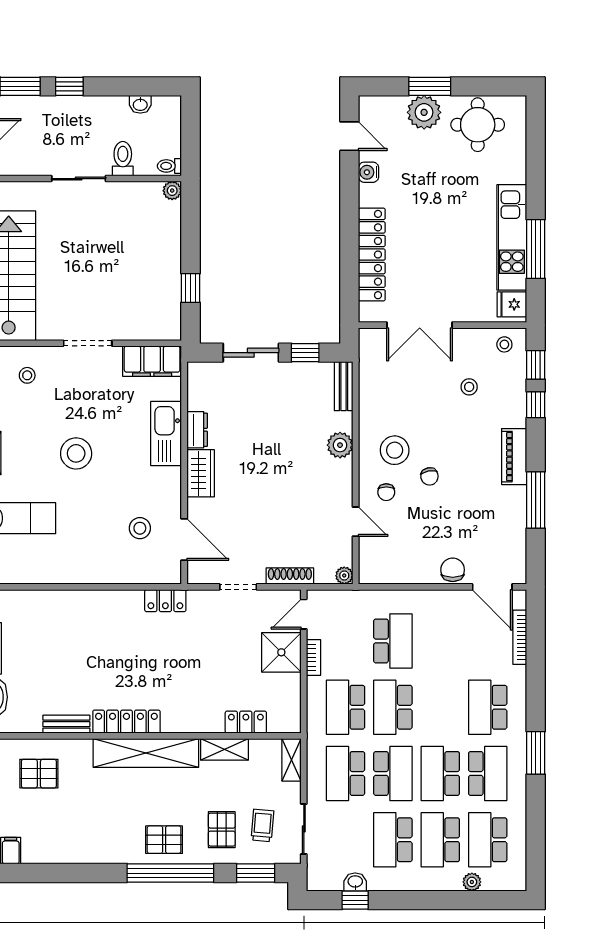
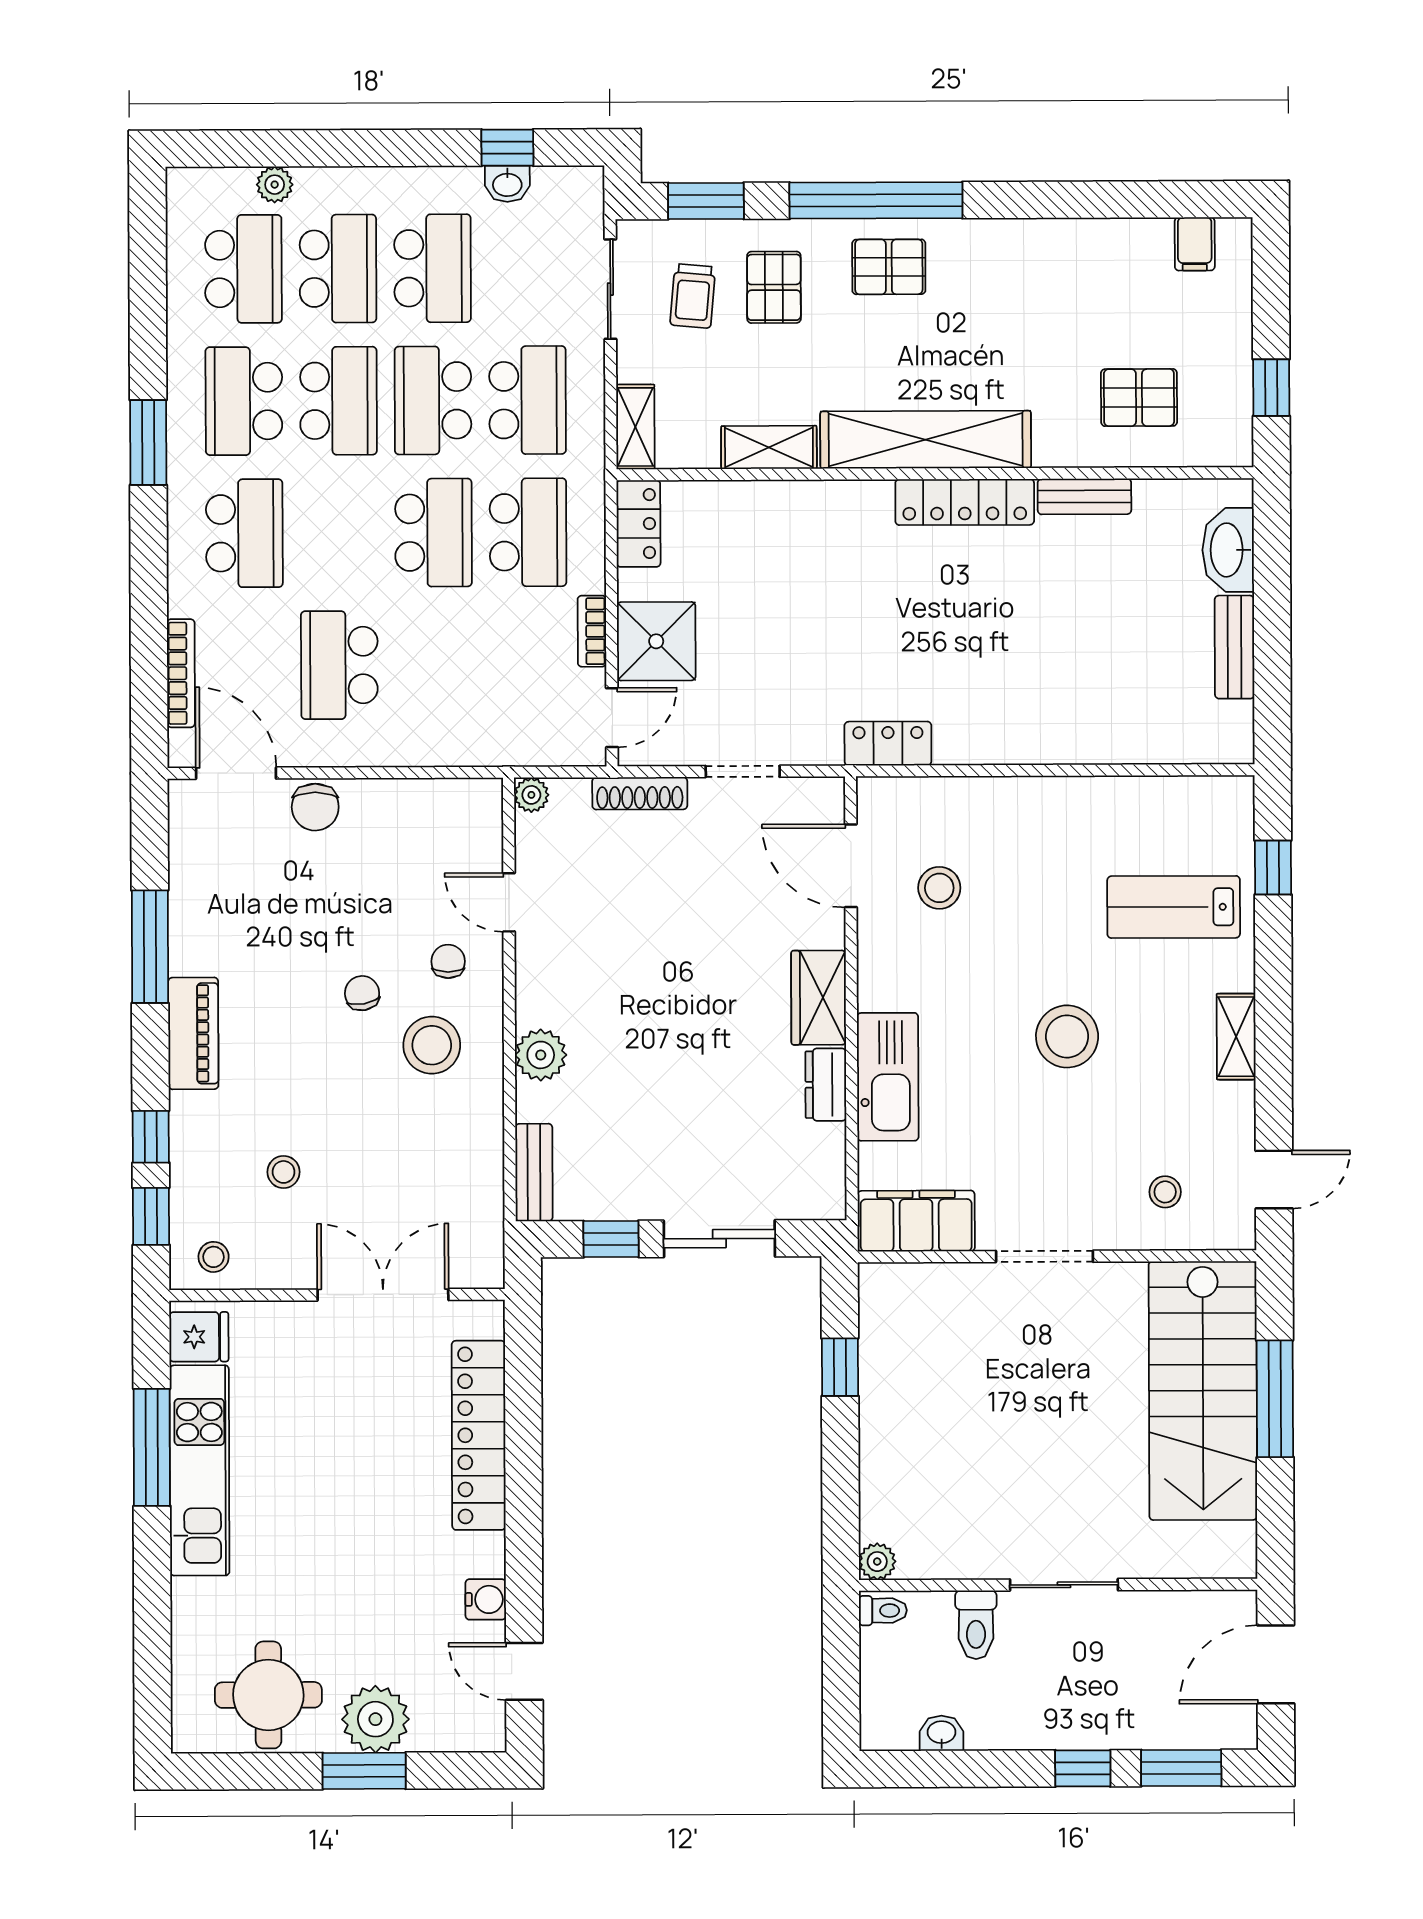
school desk: (393, 641) -> (339, 665), moved
locker: (246, 722) -> (638, 524), moved, turned -90

